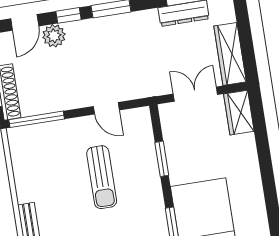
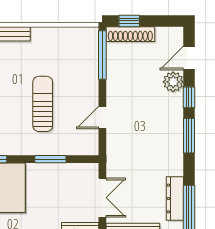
door: (25, 22) -> (189, 58), hinge flipped
sun lounger: (102, 177) -> (43, 104), turned 90

